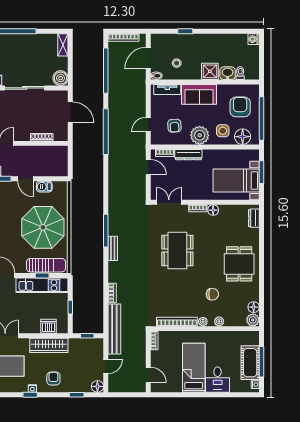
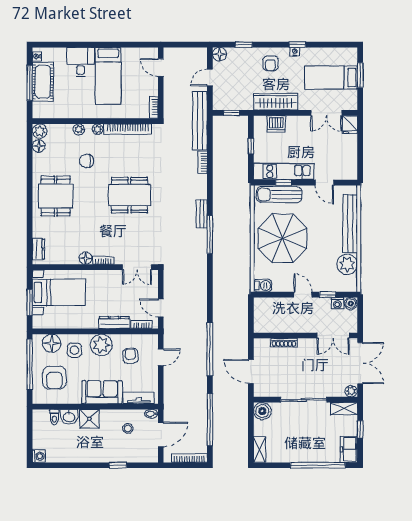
barbecue: (44, 187) -> (263, 285), moved
dining table: (177, 251) -> (129, 195), moved, turned 90

